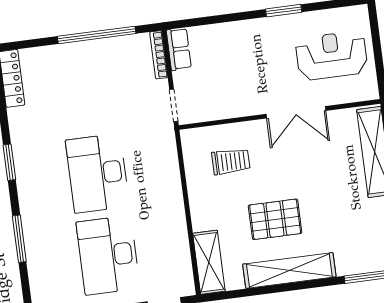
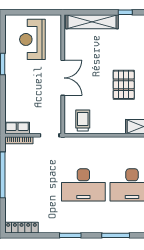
double door: (296, 112) -> (63, 78), moved
trolley: (231, 161) -> (83, 120), moved

